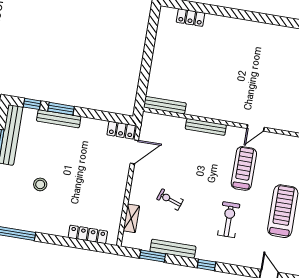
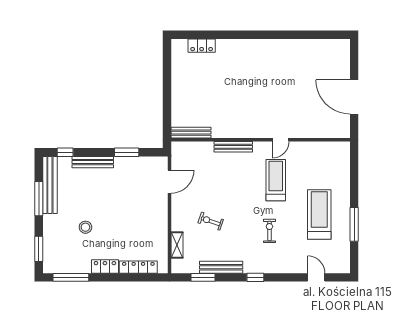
window: (61, 109) -> (127, 152), moved
locker: (121, 130) -> (105, 266), moved, turned 180
exercise bike: (229, 220) -> (269, 231), width x0.73, depth x0.72

